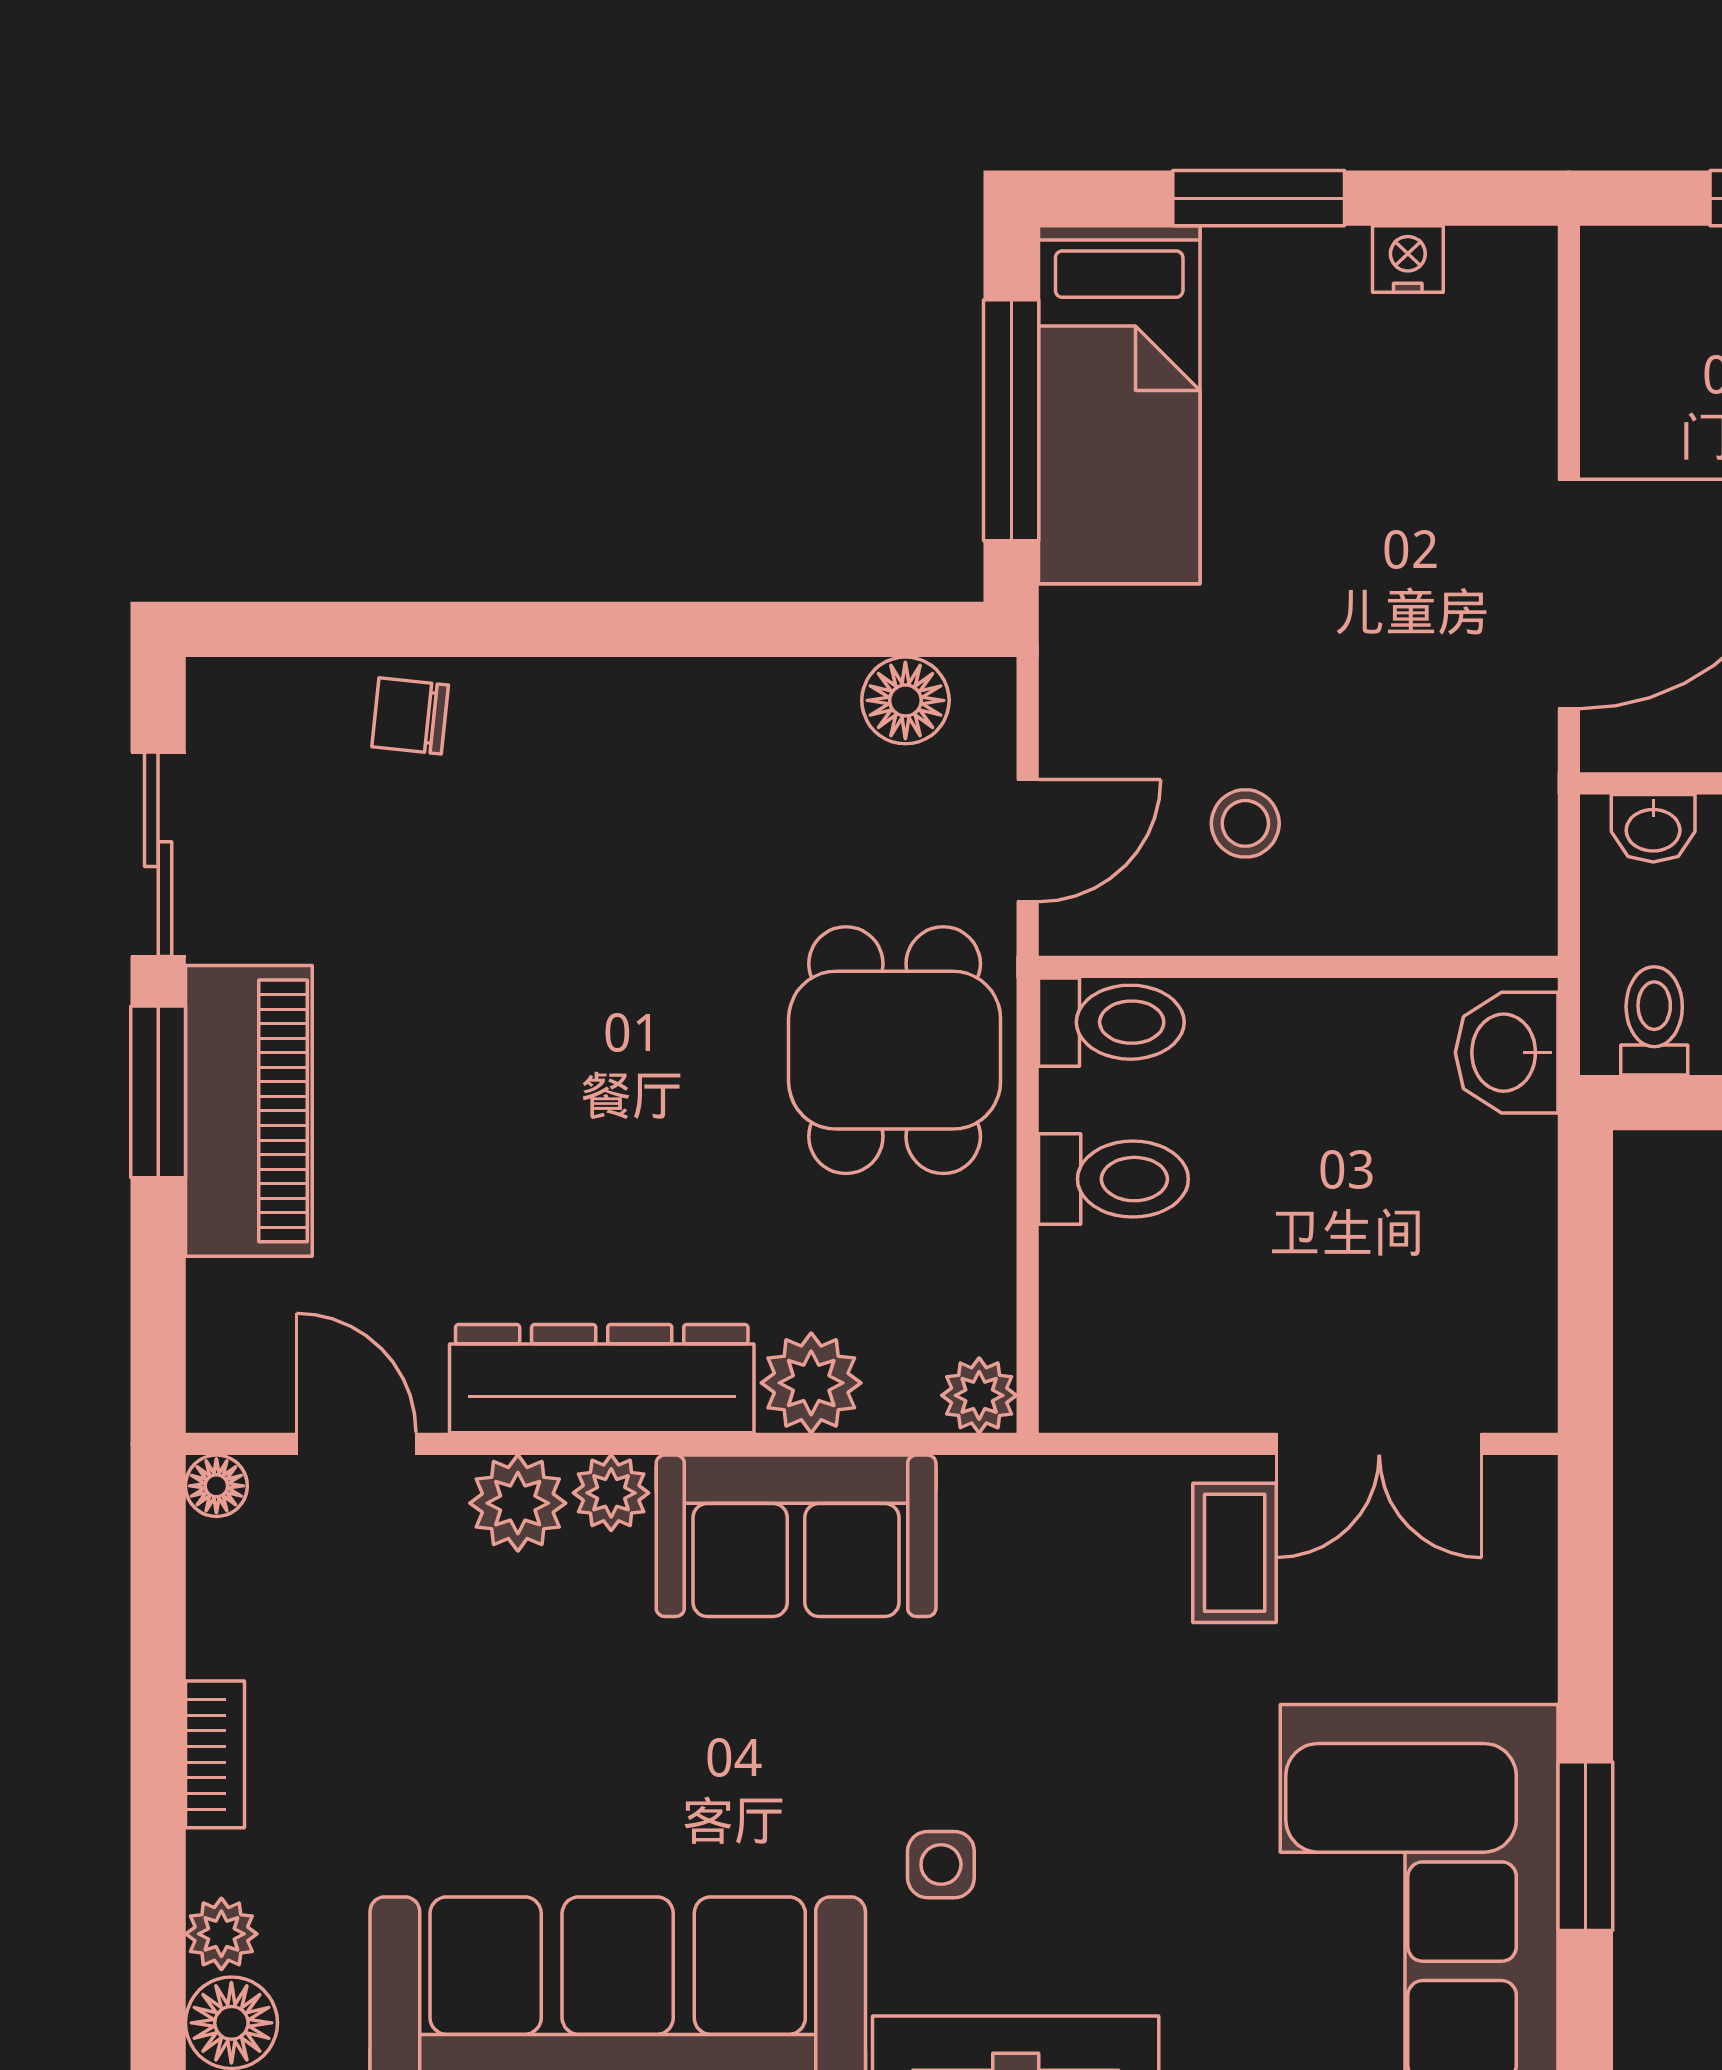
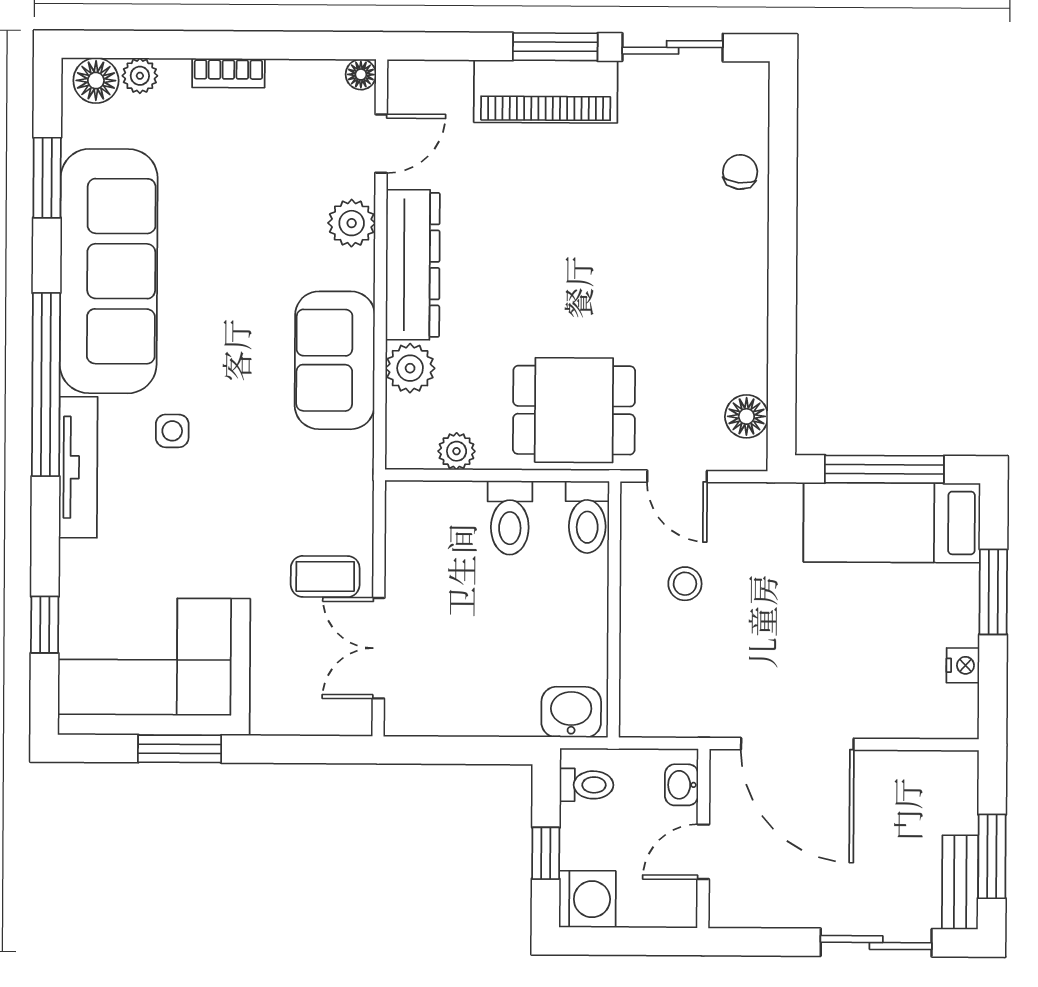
plant: (979, 1395) -> (457, 451), moved
plant: (611, 1493) -> (356, 269), removed

